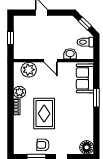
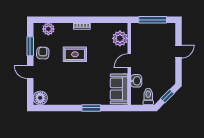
window: (11, 38) -> (153, 20), width x2.17
sofa: (85, 78) -> (119, 89), moved, turned -90
plant: (19, 92) -> (48, 29), moved
rug: (44, 114) -> (75, 54), width x0.73, depth x0.70

